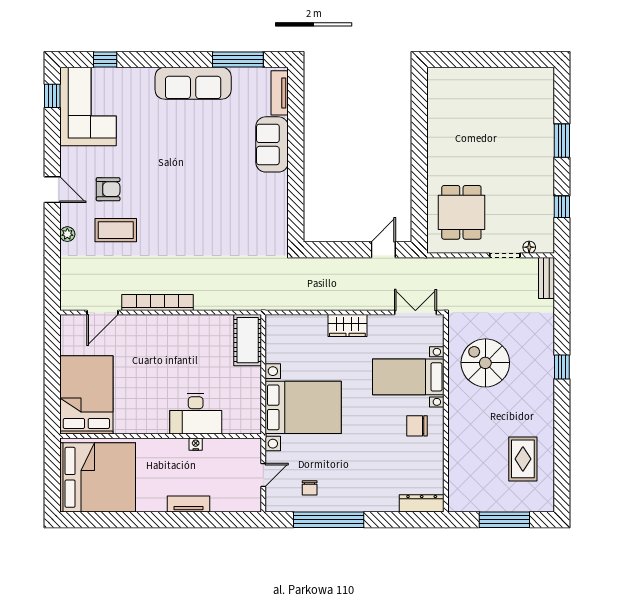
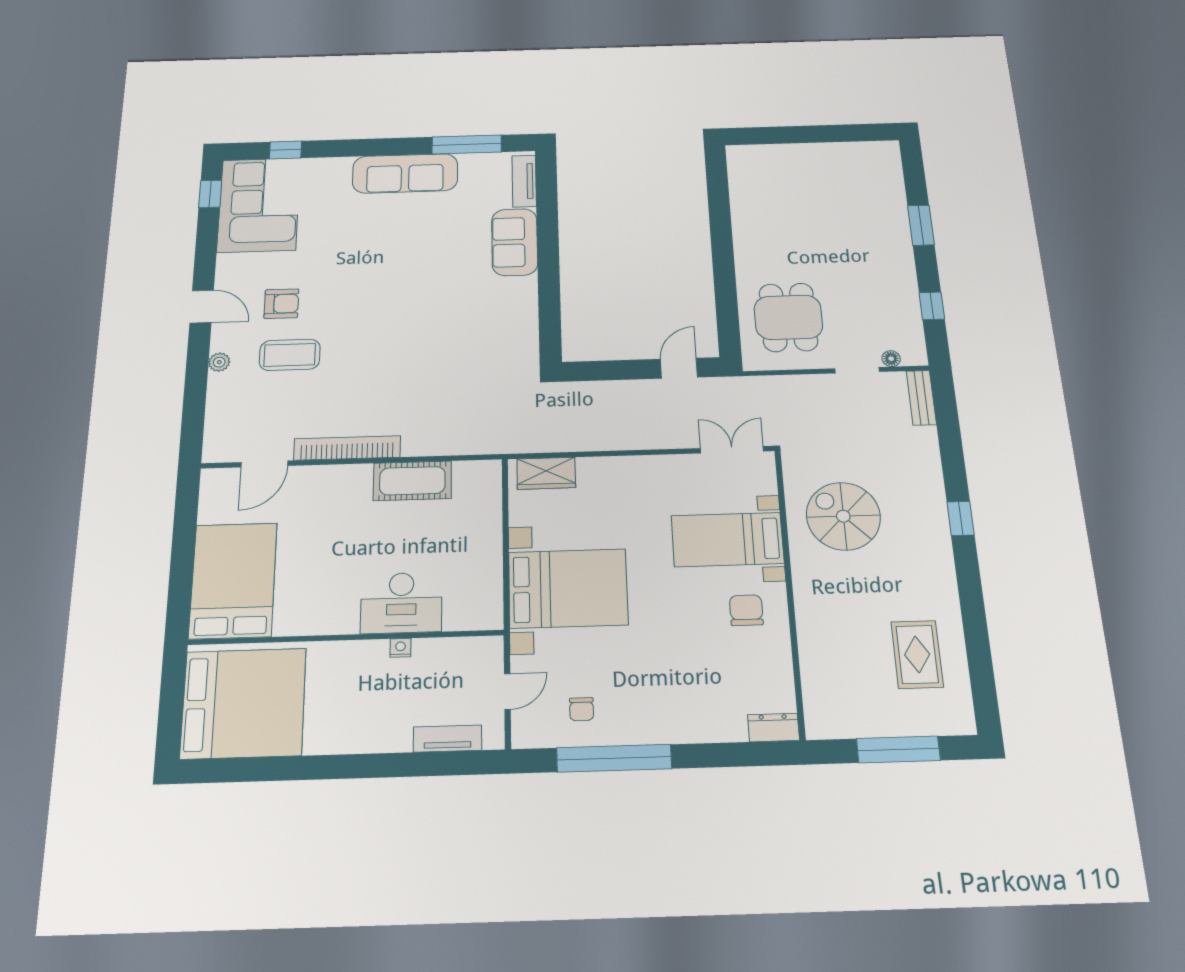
wardrobe: (347, 325) -> (546, 473), moved
cot: (248, 340) -> (412, 481), moved, turned 90
chair: (417, 426) -> (746, 610), turned 90
dresser: (422, 503) -> (773, 727), width x0.70
tv unit: (189, 504) -> (448, 739), moved

